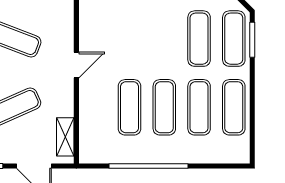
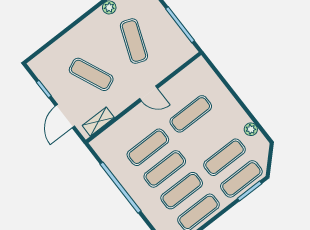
exercise mat: (130, 39) -> (191, 114), added

